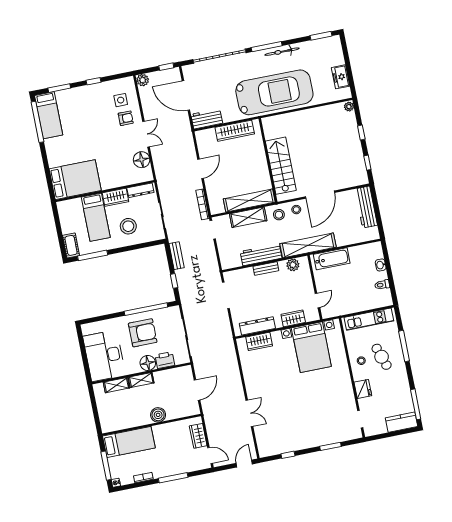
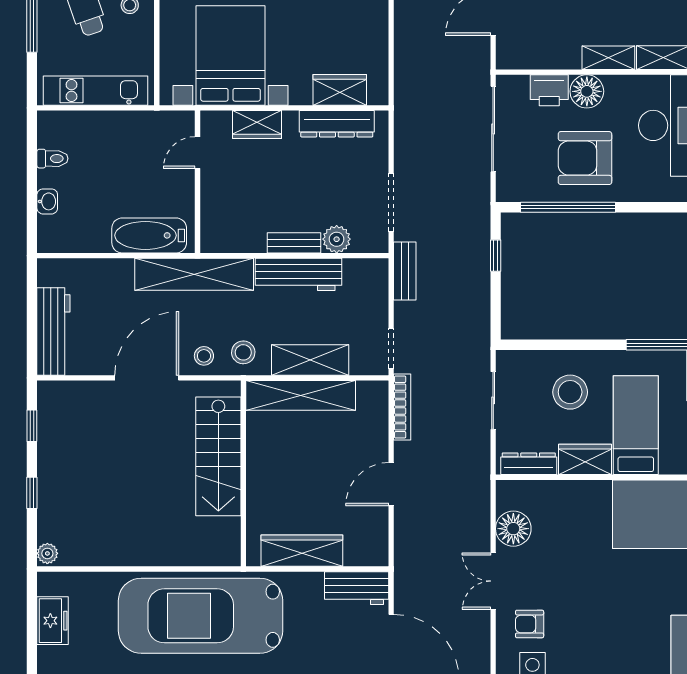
bench: (177, 256) -> (405, 271), moved
plant: (293, 265) -> (337, 239), moved

